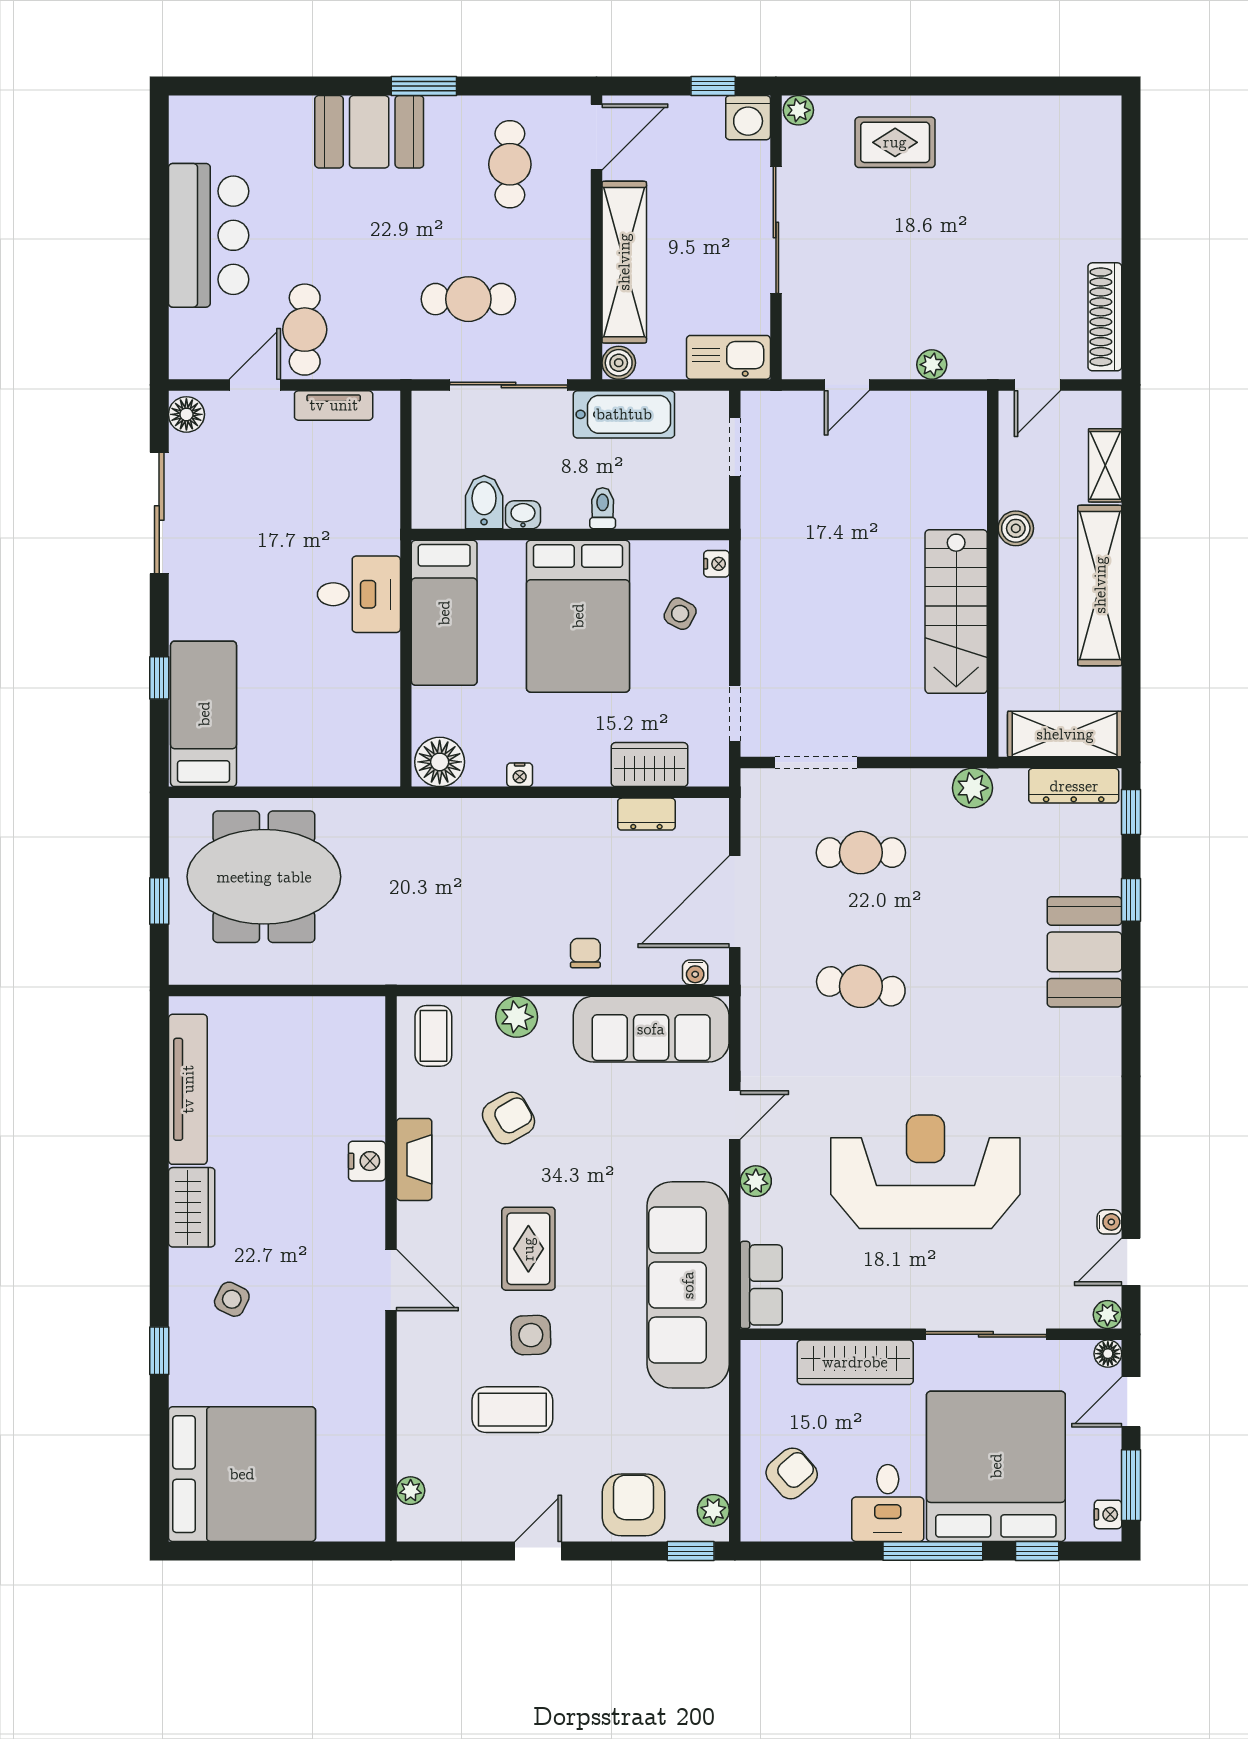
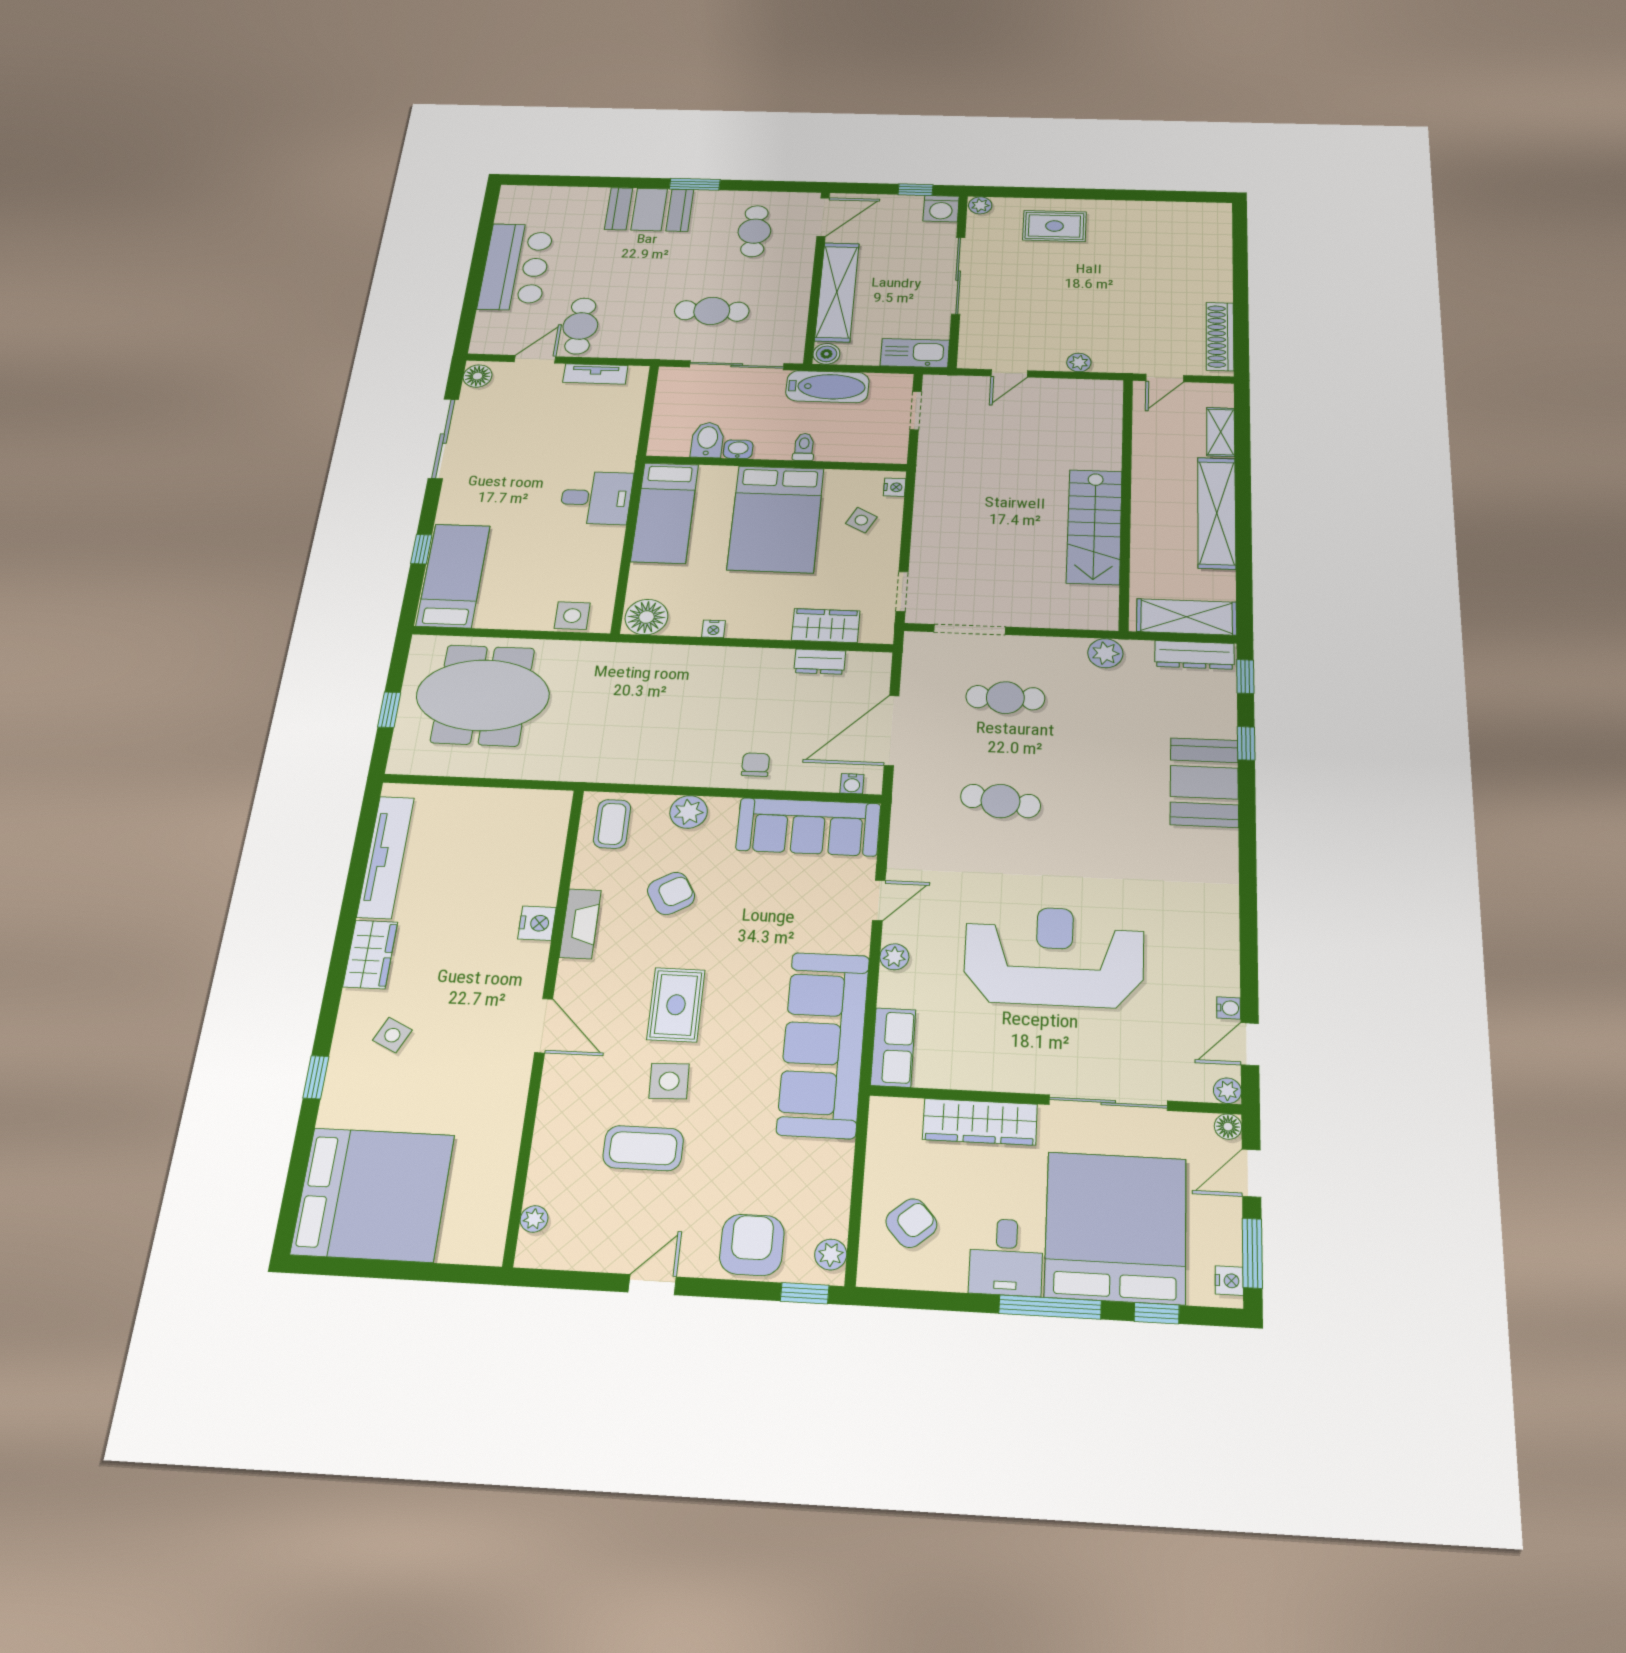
boiler: (1016, 528) -> (1146, 472), removed
side table: (352, 764) -> (572, 616), added

